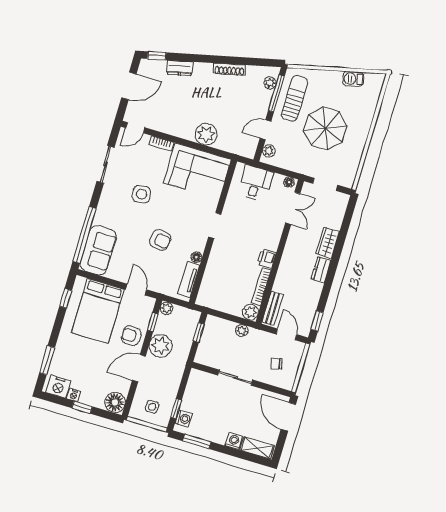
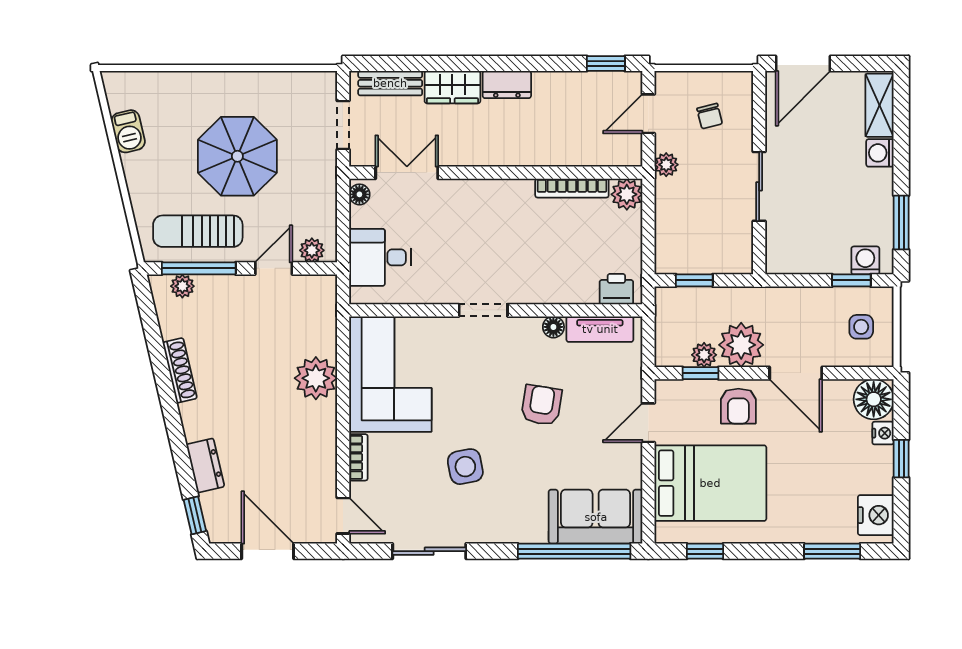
door: (265, 130) -> (274, 268), swing flipped
printer: (267, 258) -> (616, 289), moved, turned 180
plant: (167, 308) -> (704, 355), moved
bench: (273, 308) -> (390, 83), moved
plant: (242, 330) -> (666, 165), moved
nightstand: (74, 395) -> (883, 433), moved

